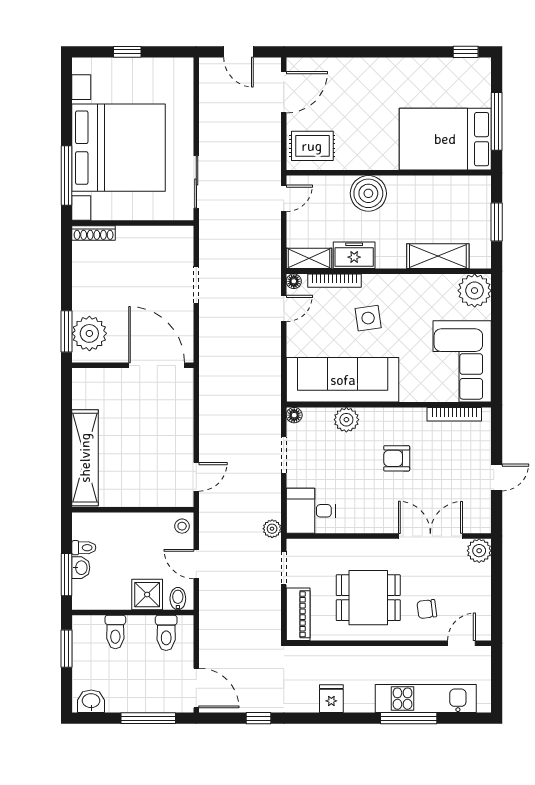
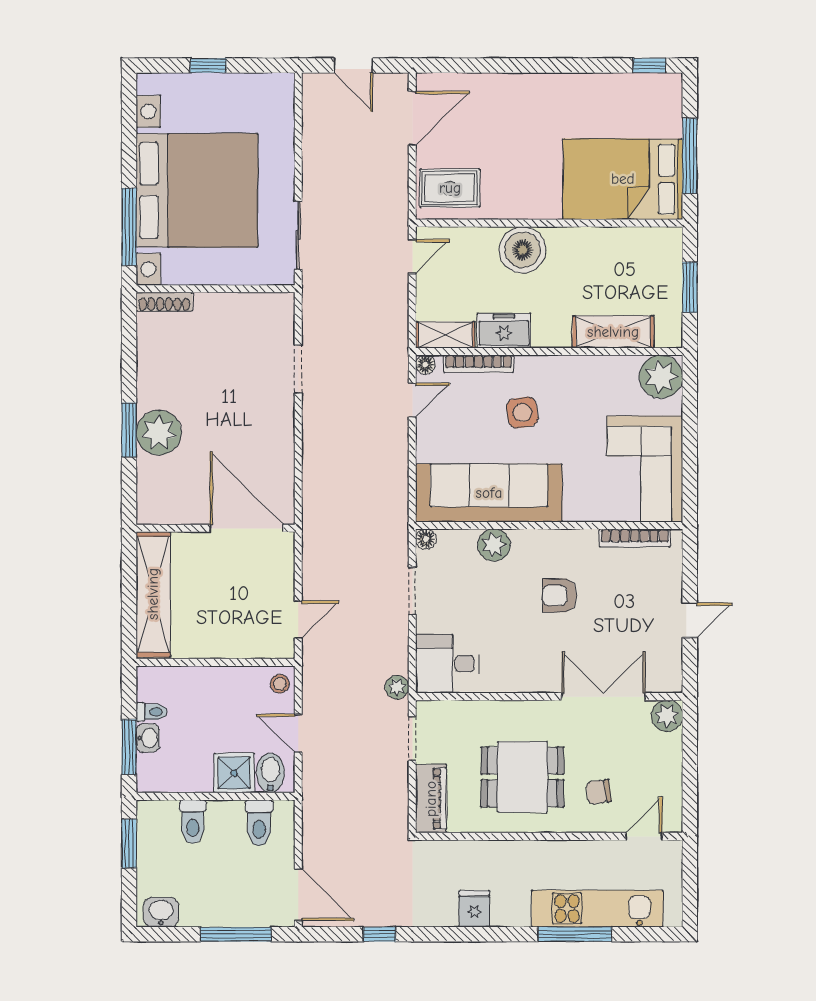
wall: (133, 365) -> (216, 528), moved
door: (157, 365) -> (247, 528), moved
bidet: (178, 599) -> (270, 773), width x1.38, depth x1.36

